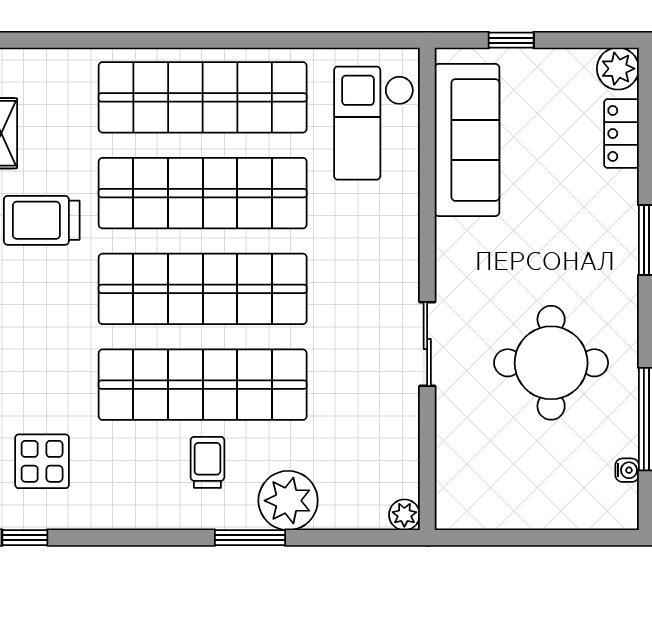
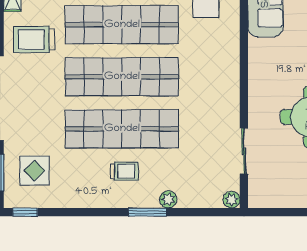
sliding door: (427, 344) -> (244, 151), moved
trolley: (207, 462) -> (124, 171), turned 90
plant: (288, 501) -> (168, 199), width x0.53, depth x0.53

